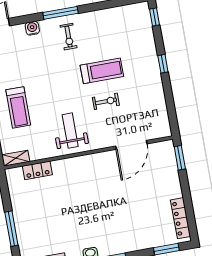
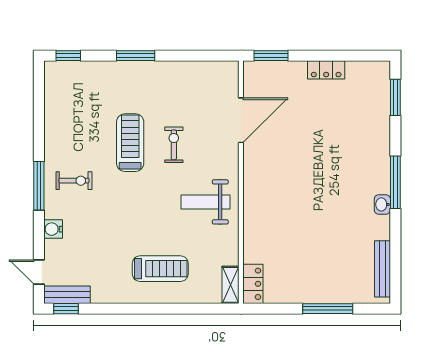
window: (163, 64) -> (136, 56), width x1.50
door: (131, 145) -> (241, 120), hinge flipped
locker: (37, 170) -> (253, 284), moved
locker: (180, 218) -> (326, 70), moved, width x0.66

